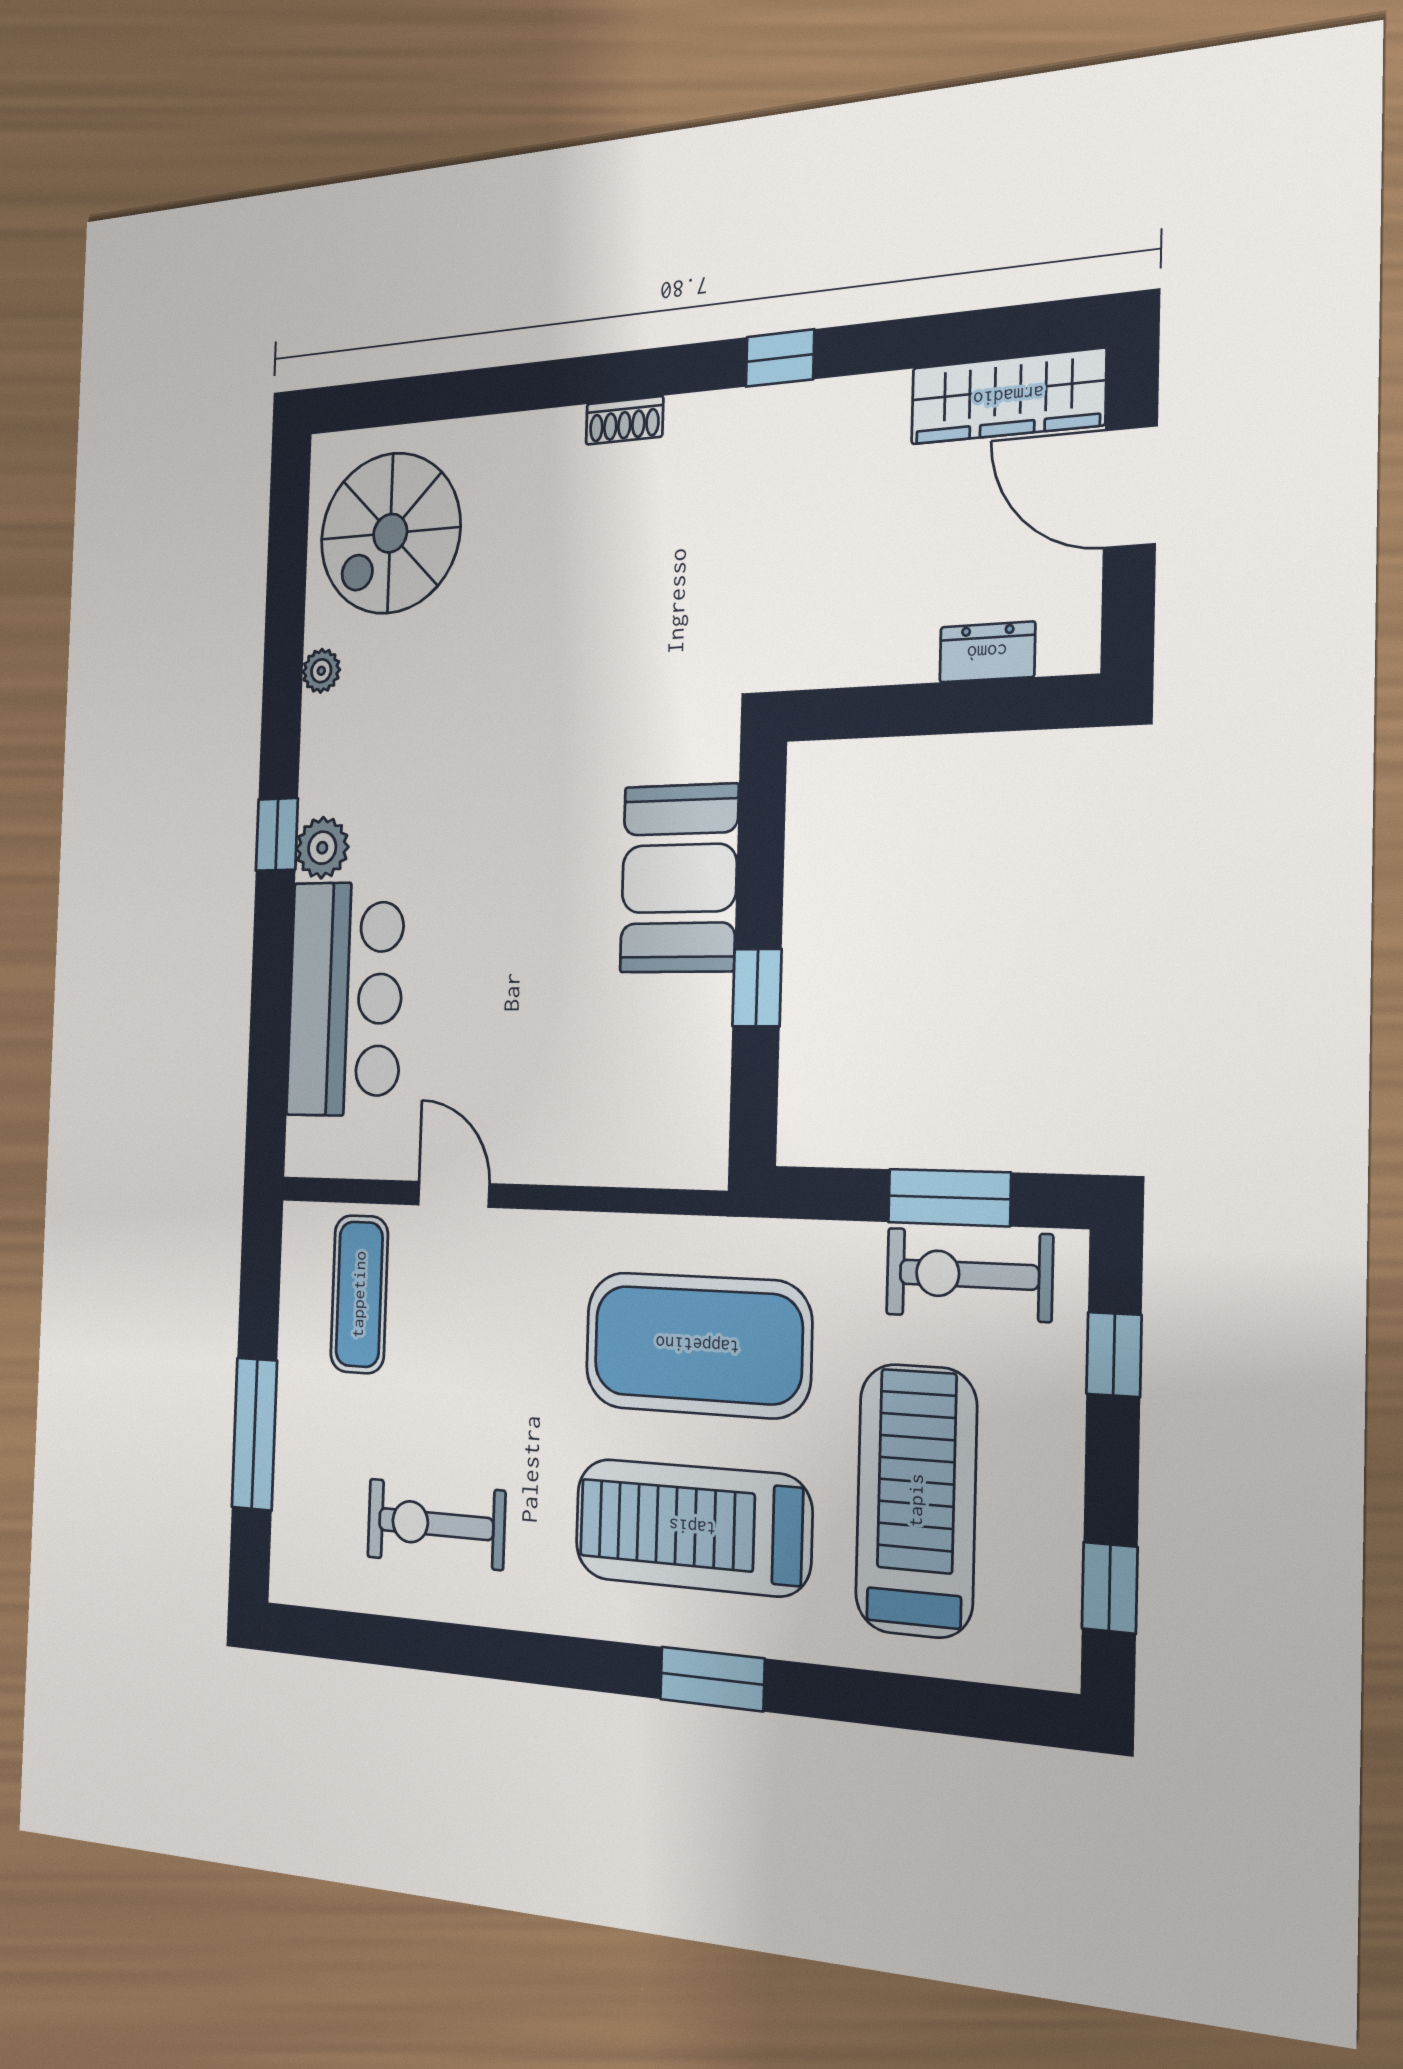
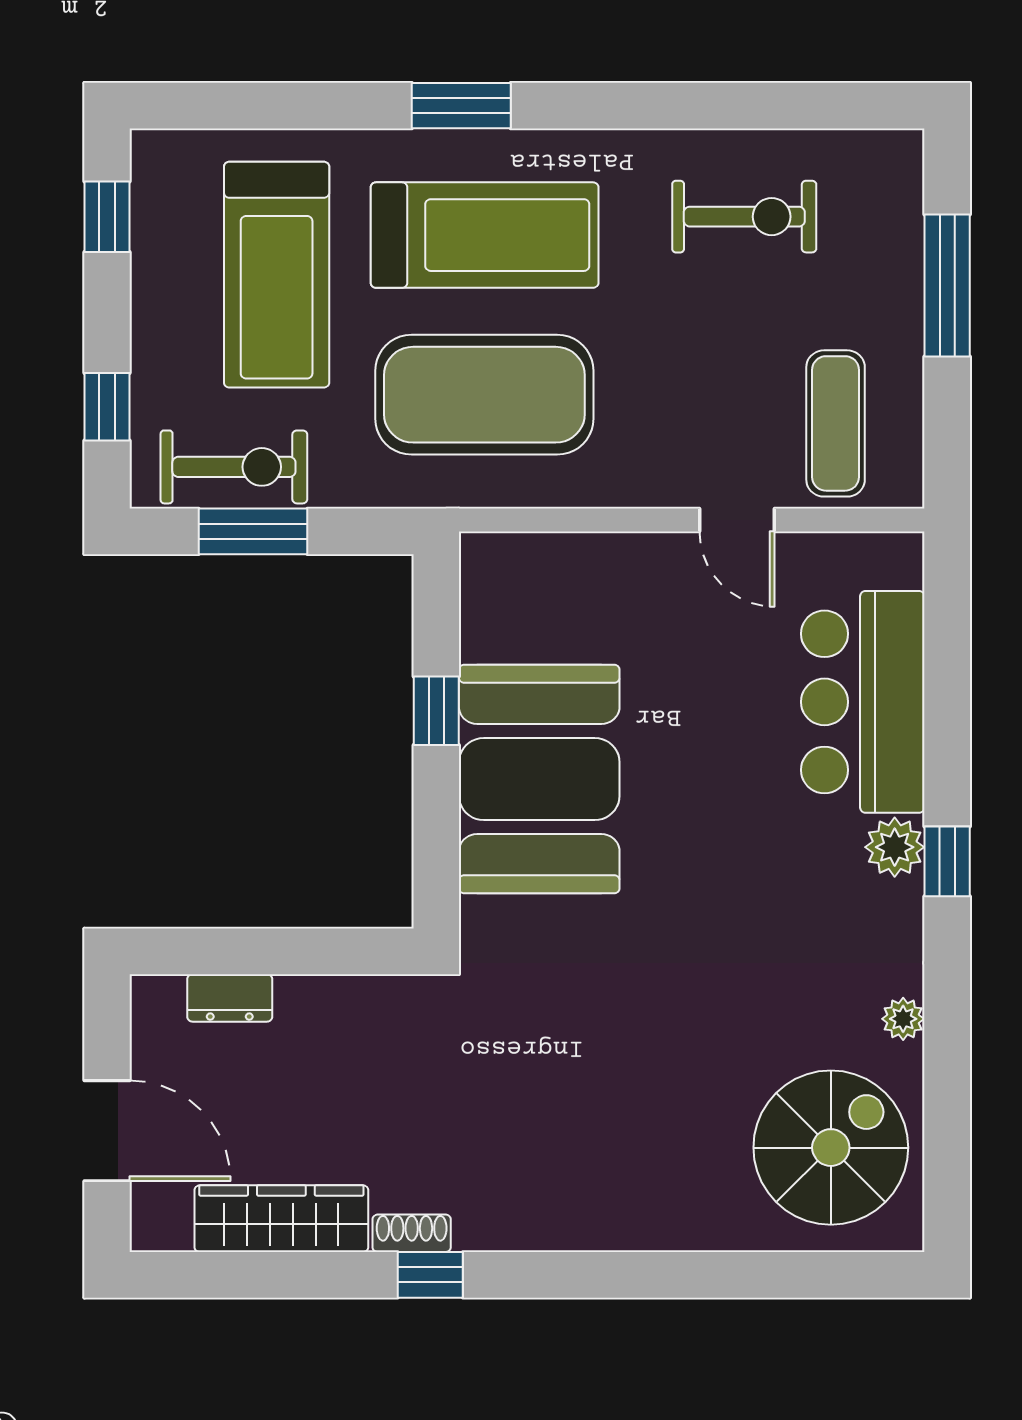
wardrobe: (1008, 396) -> (281, 1219), moved
shoe rack: (624, 420) -> (412, 1233), moved
booth: (679, 878) -> (539, 779), width x1.36, depth x1.42

